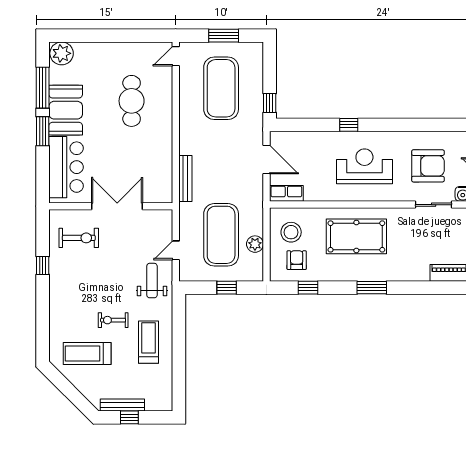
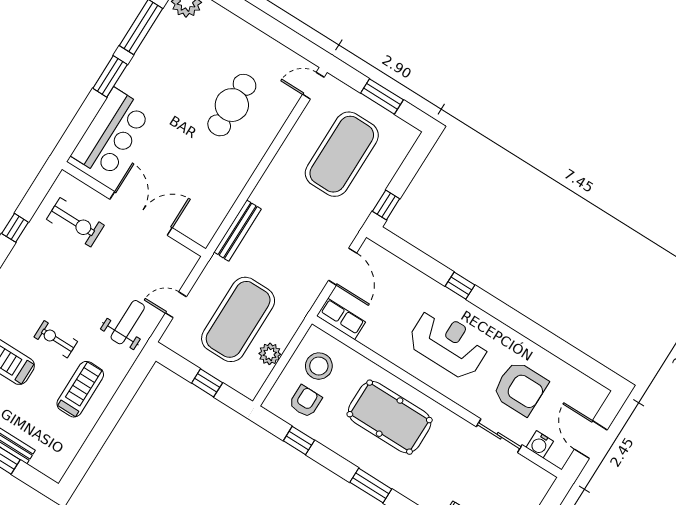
booth: (66, 110) -> (151, 69), removed

